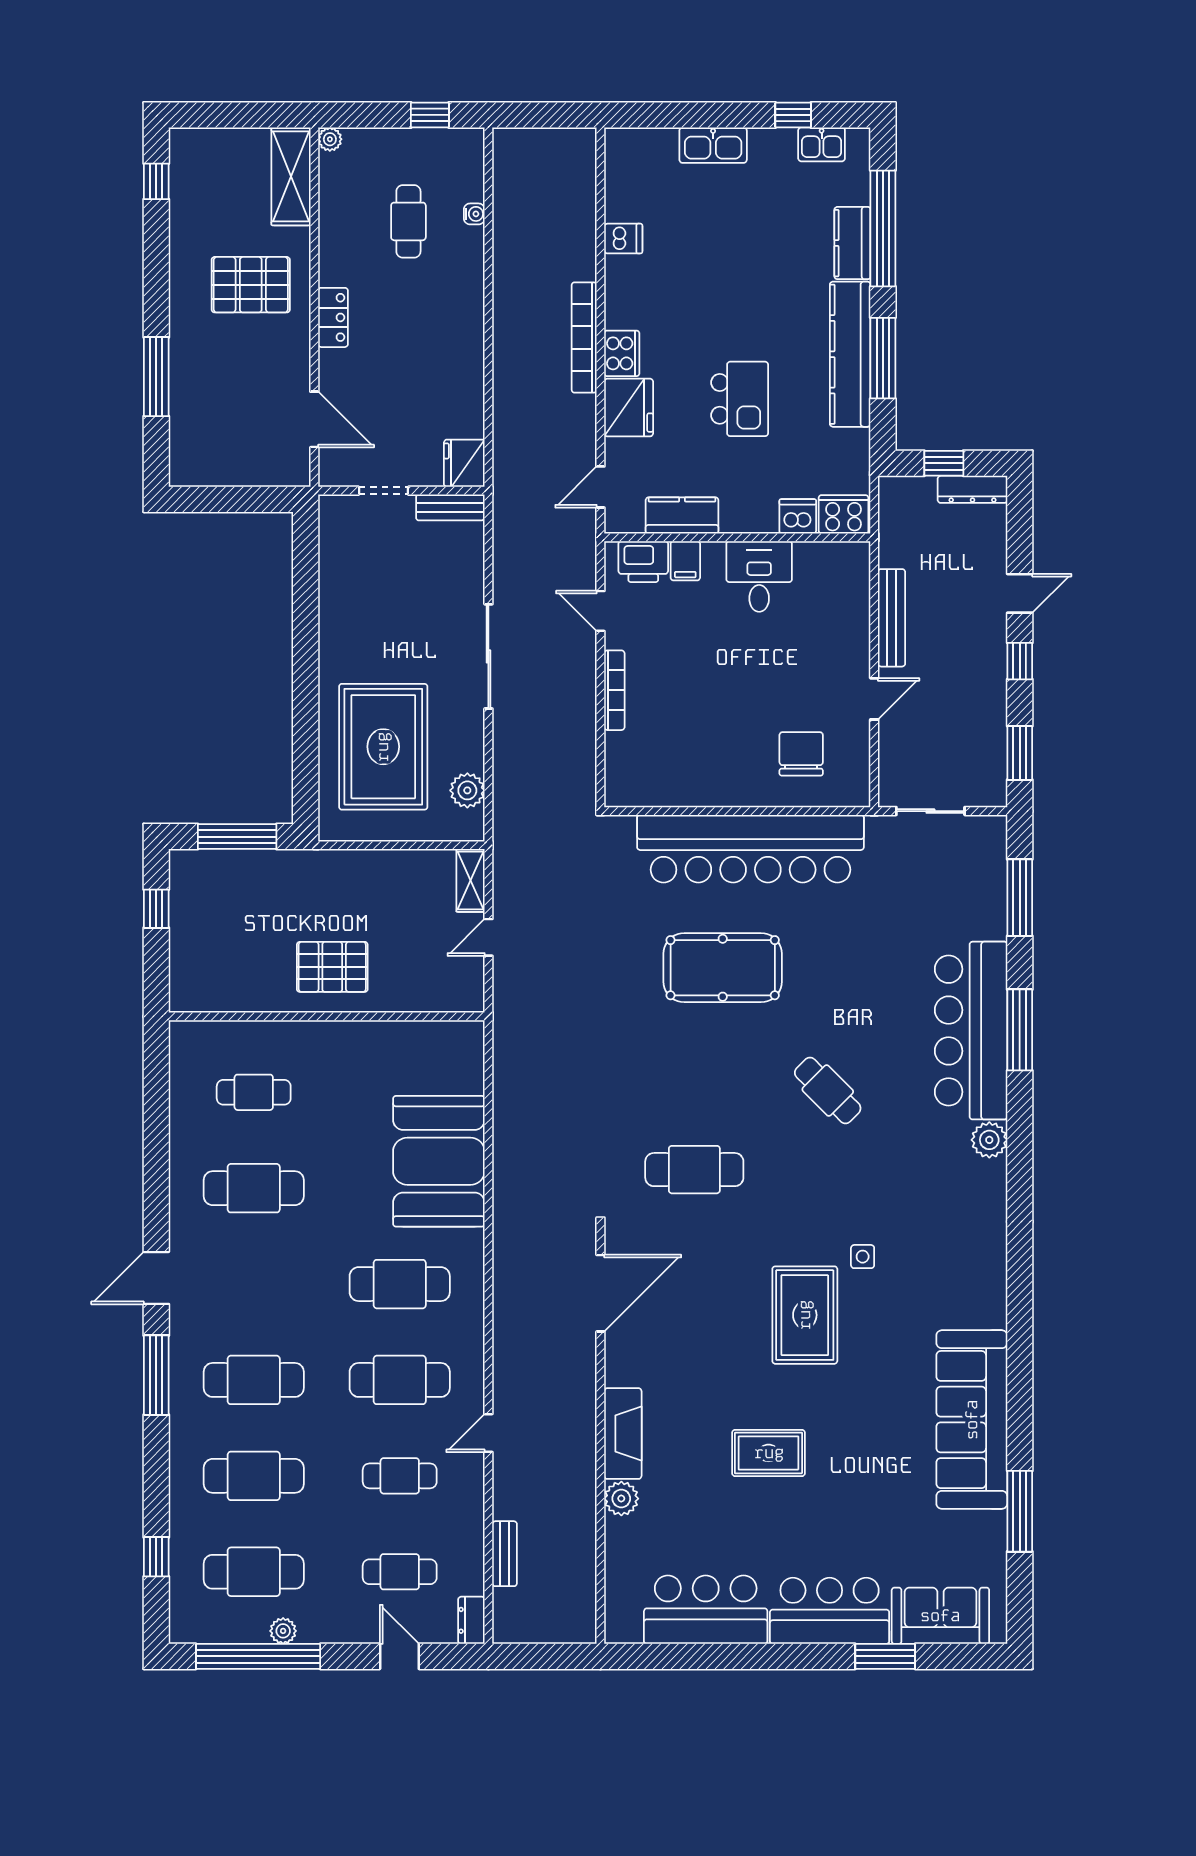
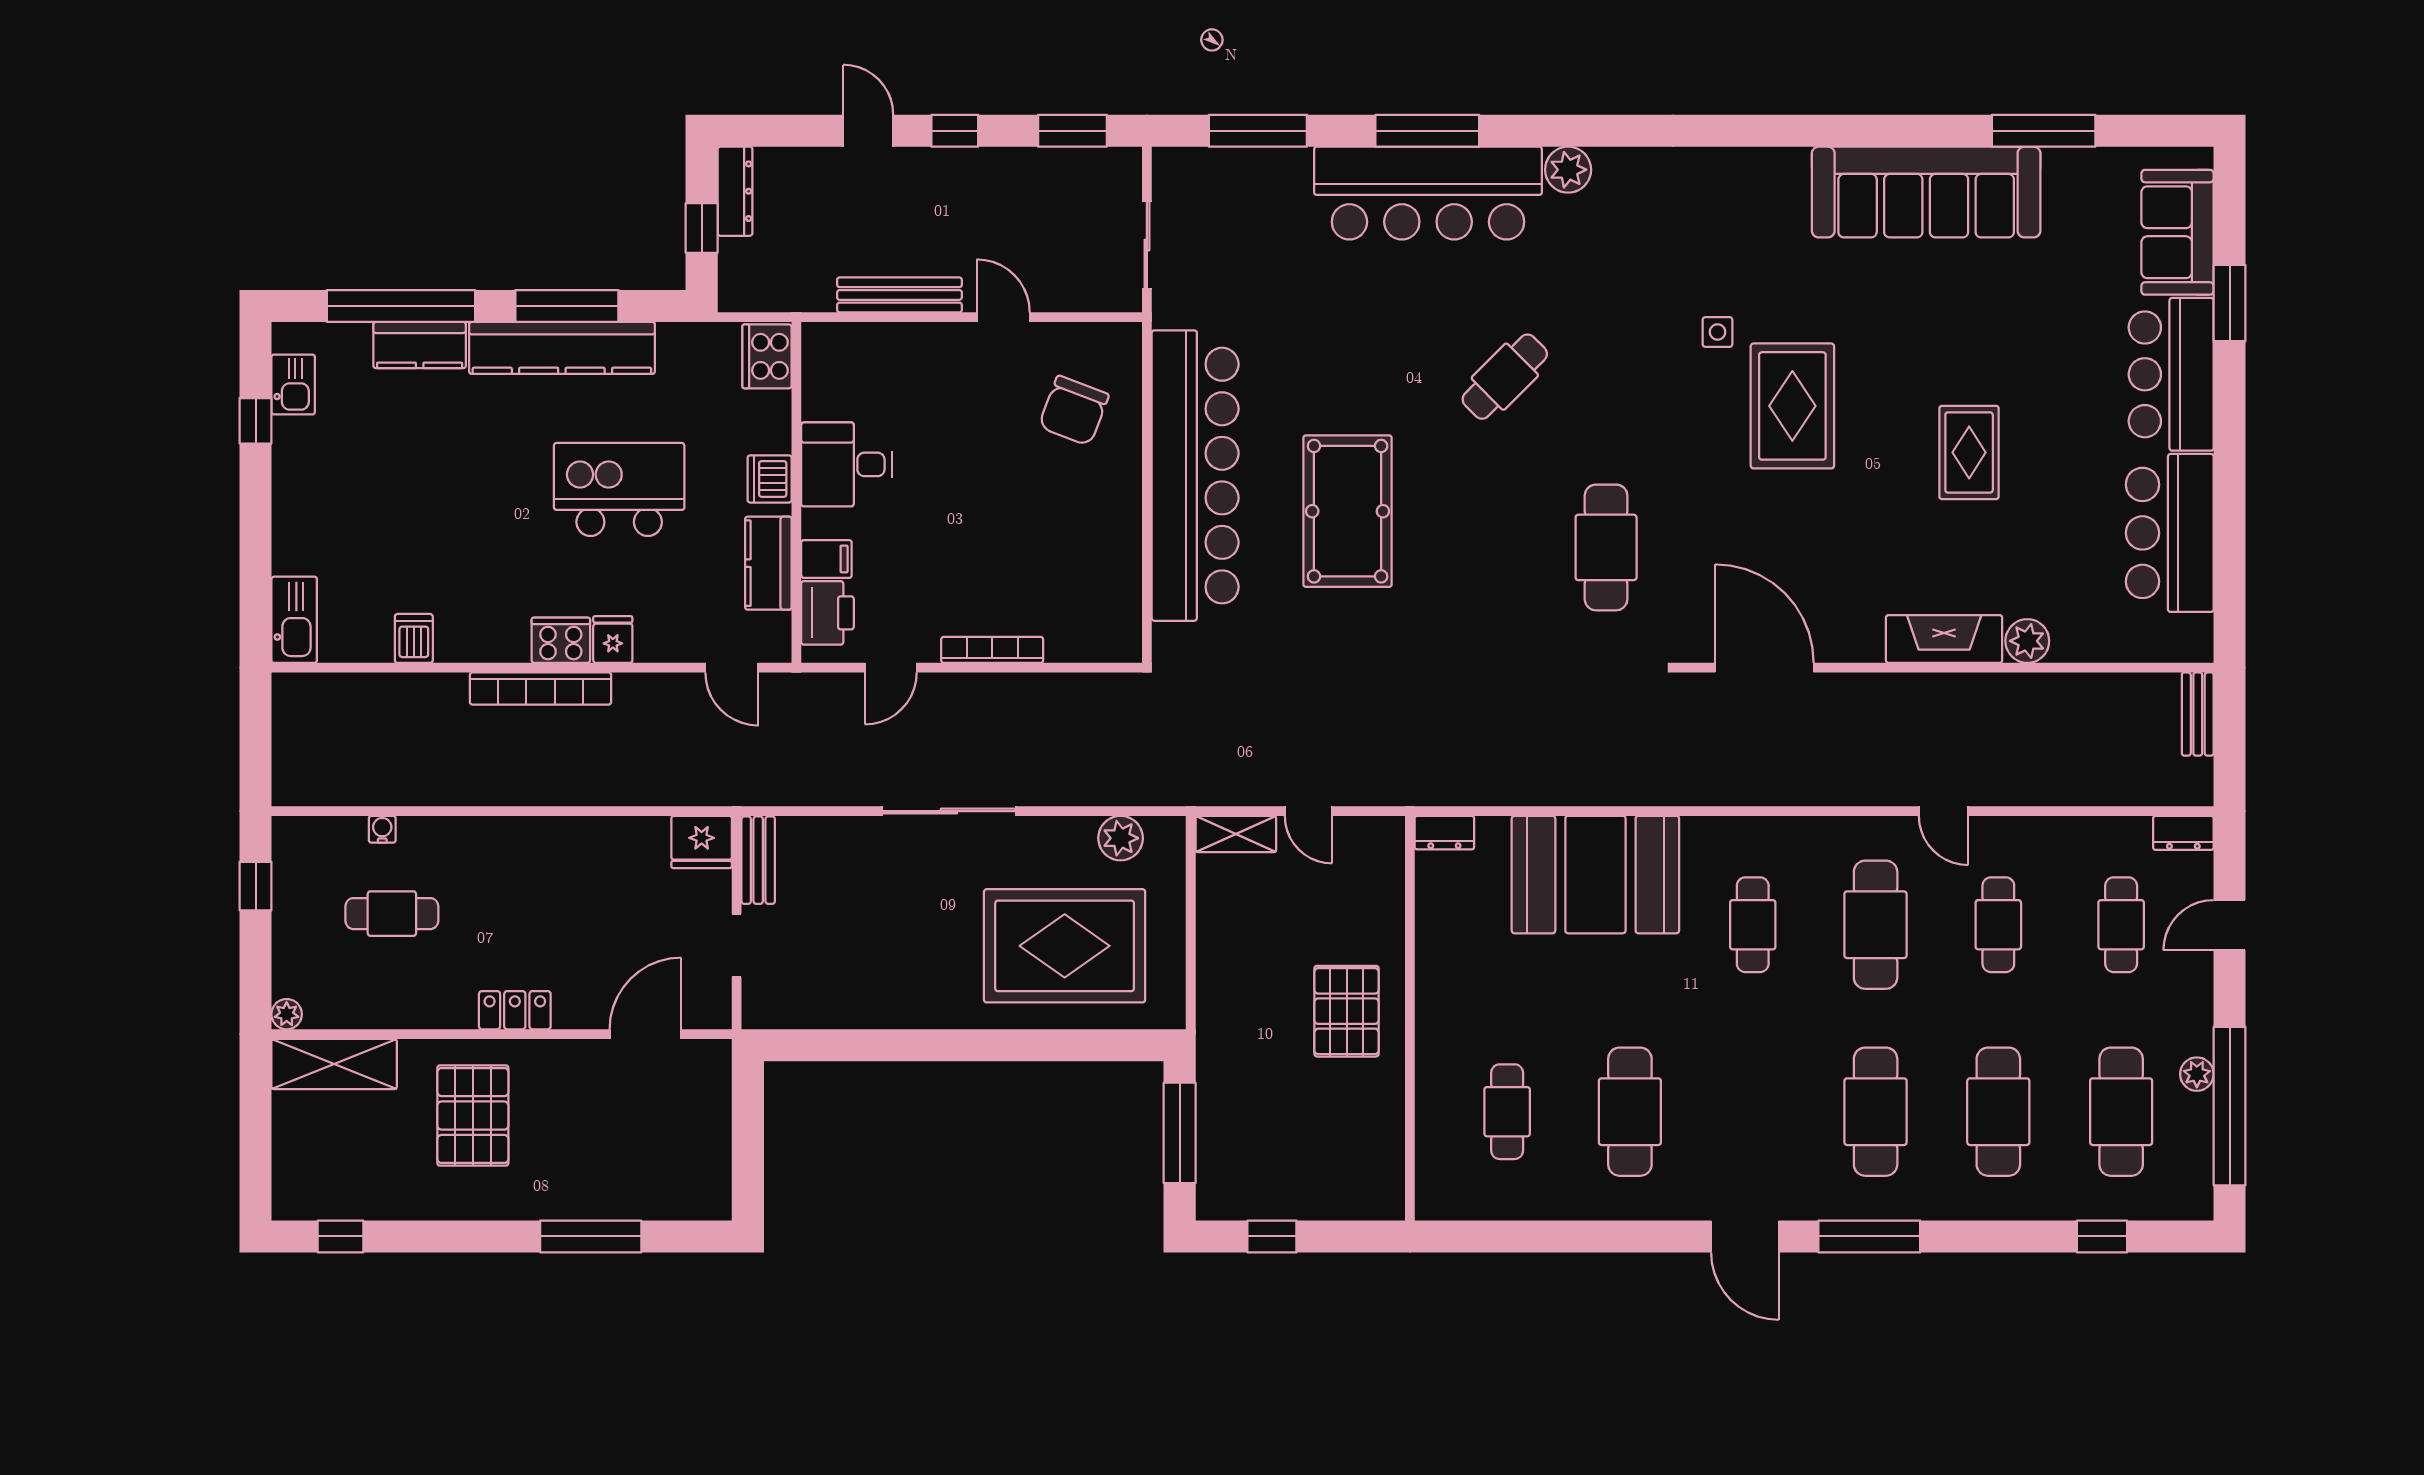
kitchen sink: (713, 145) -> (294, 620), moved
kitchen island: (740, 399) -> (619, 489), width x1.37, depth x1.28
fridge: (629, 408) -> (613, 640), width x0.53, depth x0.75
dishwasher: (798, 516) -> (770, 479), moved
chair: (801, 754) -> (1074, 411), turned -69
dresser: (472, 1043) -> (1444, 833), added
cafe table: (400, 1284) -> (1753, 925), width x0.73, depth x0.74
rug: (805, 1315) -> (1792, 406), turned 90
bench: (505, 1554) -> (2198, 714), moved, turned 90

